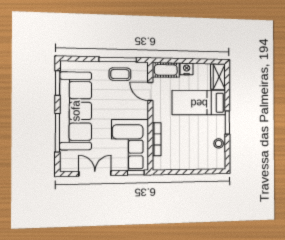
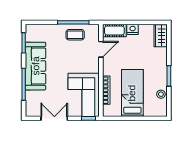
door: (150, 92) -> (101, 49), swing flipped
bed: (199, 103) -> (132, 93), moved, turned 90
sofa: (76, 111) -> (36, 66), width x0.74, depth x0.79

